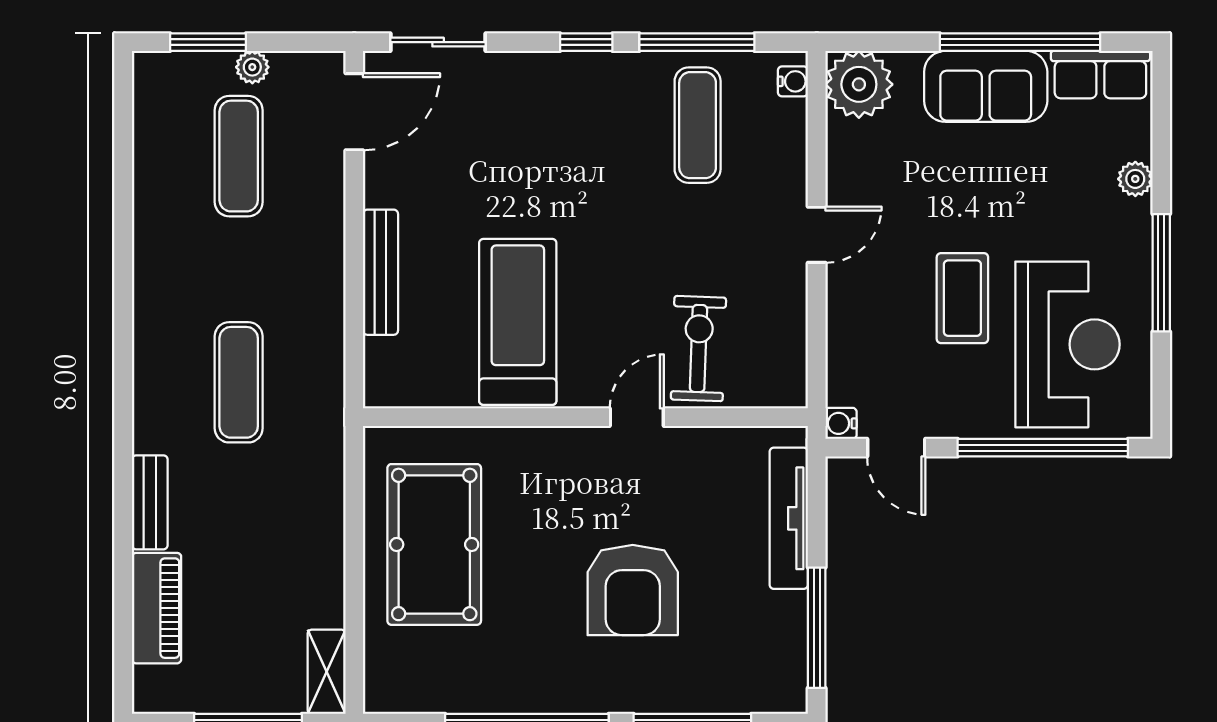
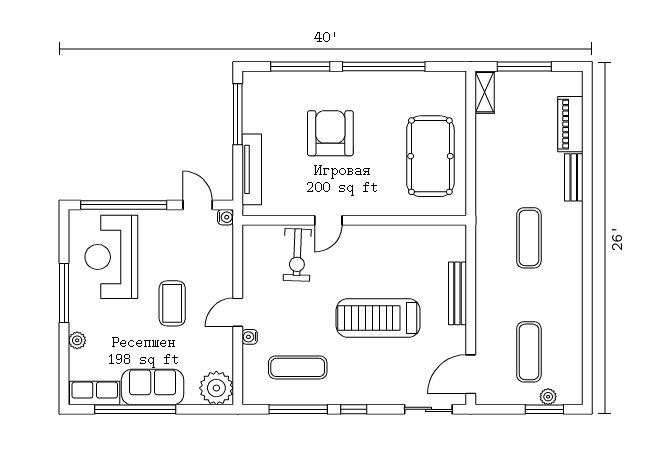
plant: (252, 67) -> (548, 397), moved
water cooler: (793, 81) -> (250, 337), moved
exercise mat: (698, 125) -> (298, 367), turned 90
coffee table: (962, 298) -> (172, 303), moved
treadmill: (518, 322) -> (378, 318), moved, turned 90

